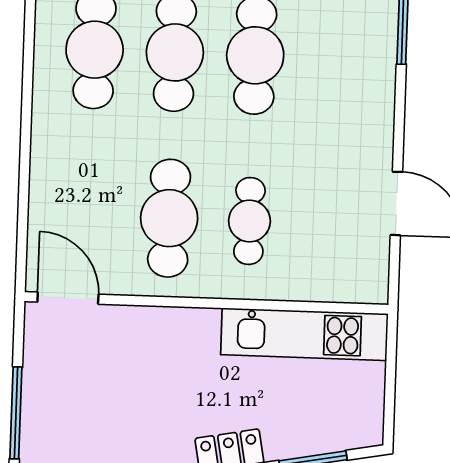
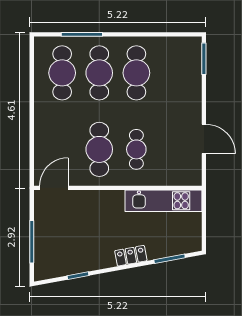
door: (68, 298) -> (54, 188), hinge flipped

